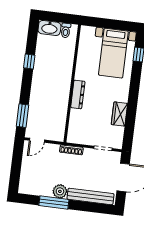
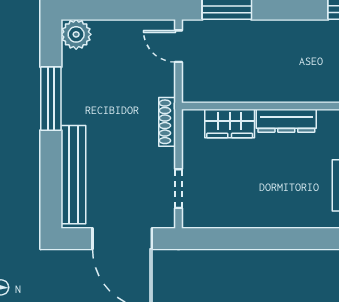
wardrobe: (119, 114) -> (230, 123), moved, turned 180
plant: (60, 191) -> (76, 34), moved

